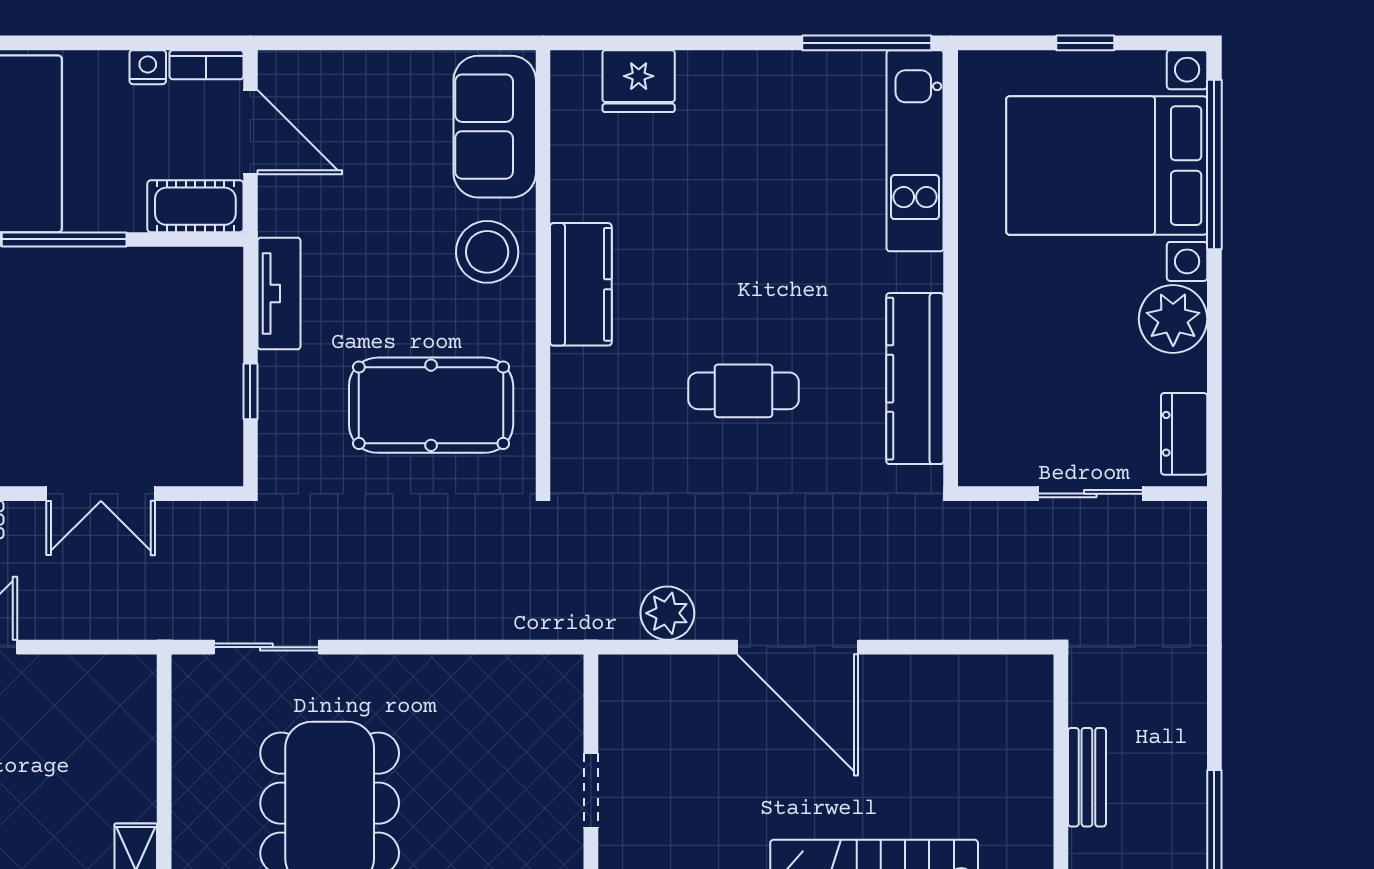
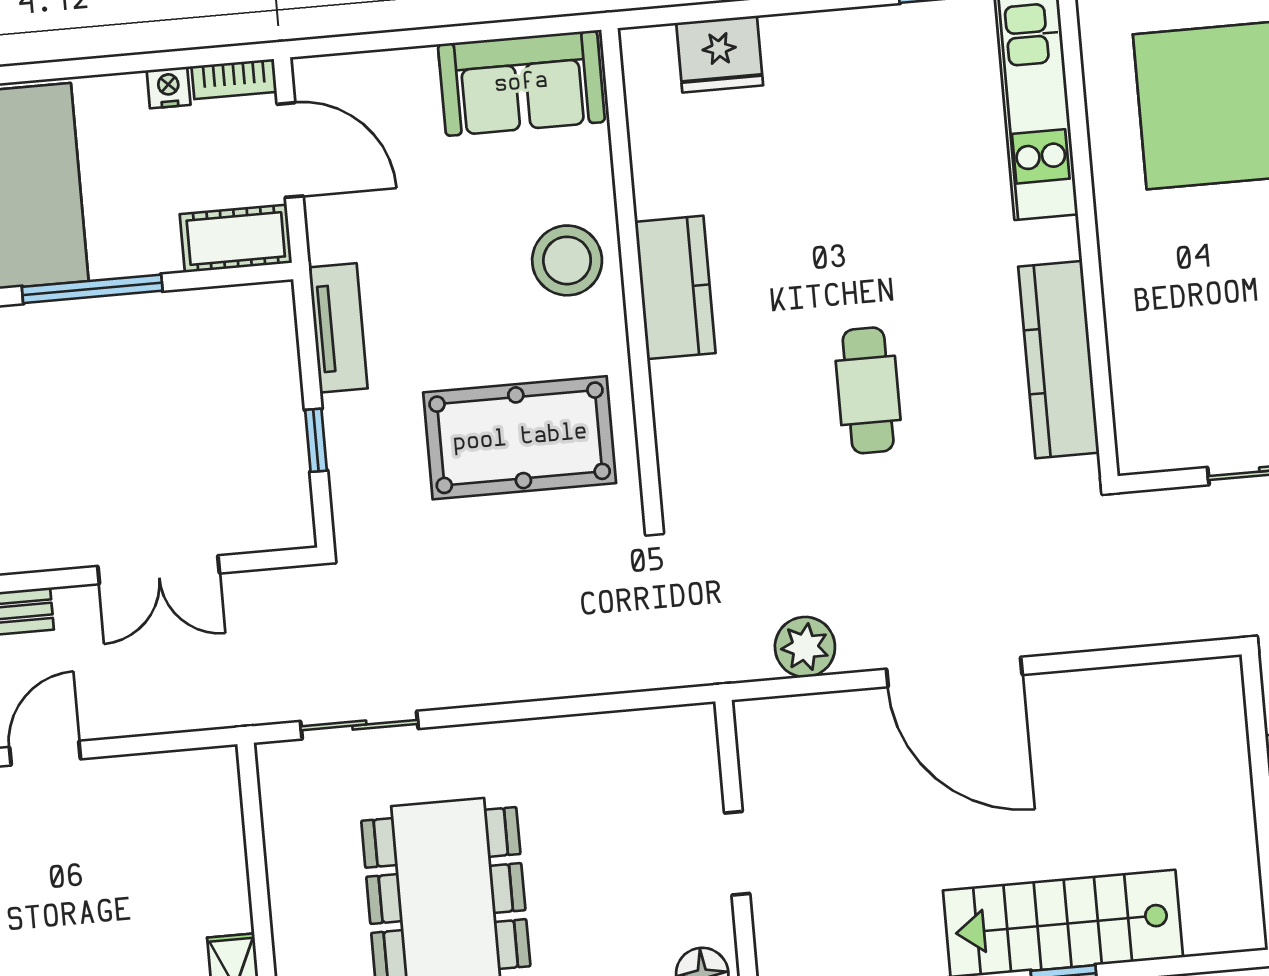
sofa: (495, 127) -> (521, 83), moved, turned -90
cafe table: (744, 391) -> (868, 390), turned 90

